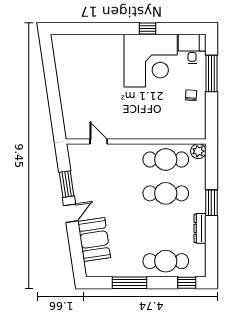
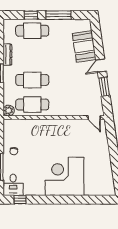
window: (147, 28) -> (20, 200), moved
corner desk: (151, 61) -> (65, 176), moved
door: (99, 141) -> (94, 118), moved
window: (187, 283) -> (31, 15), moved

